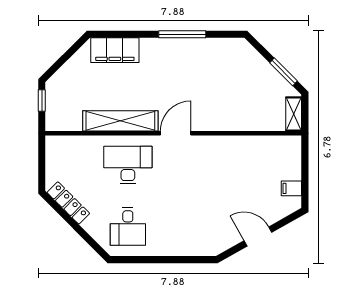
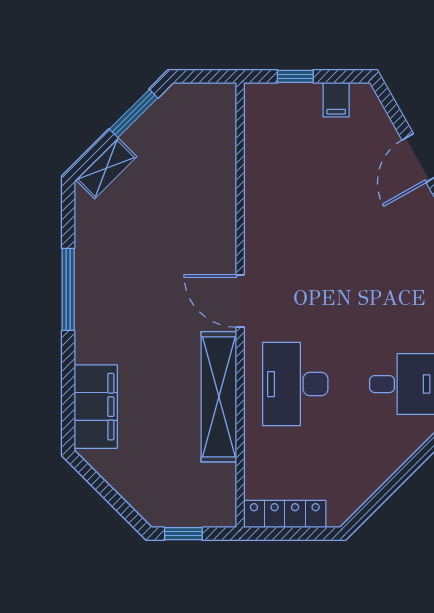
shelving: (294, 114) -> (106, 168), moved, turned -45
window: (305, 165) -> (295, 76), added
locker: (68, 203) -> (285, 514), moved, turned 45

